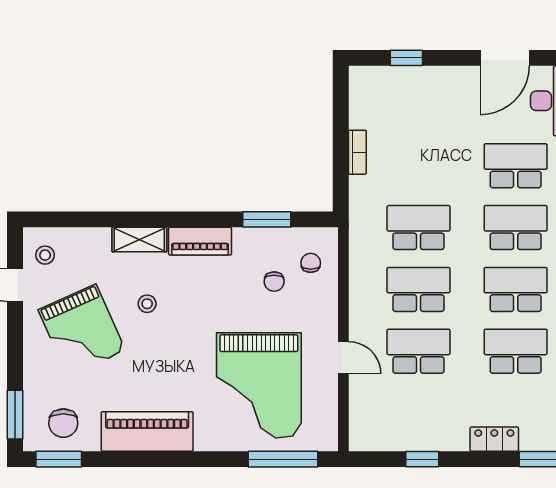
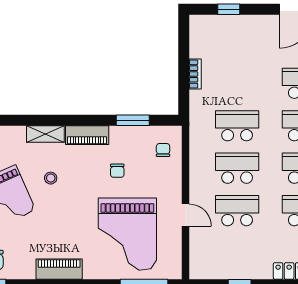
chair: (274, 282) -> (117, 171), moved
piano: (147, 431) -> (59, 269), width x0.73, depth x0.75

